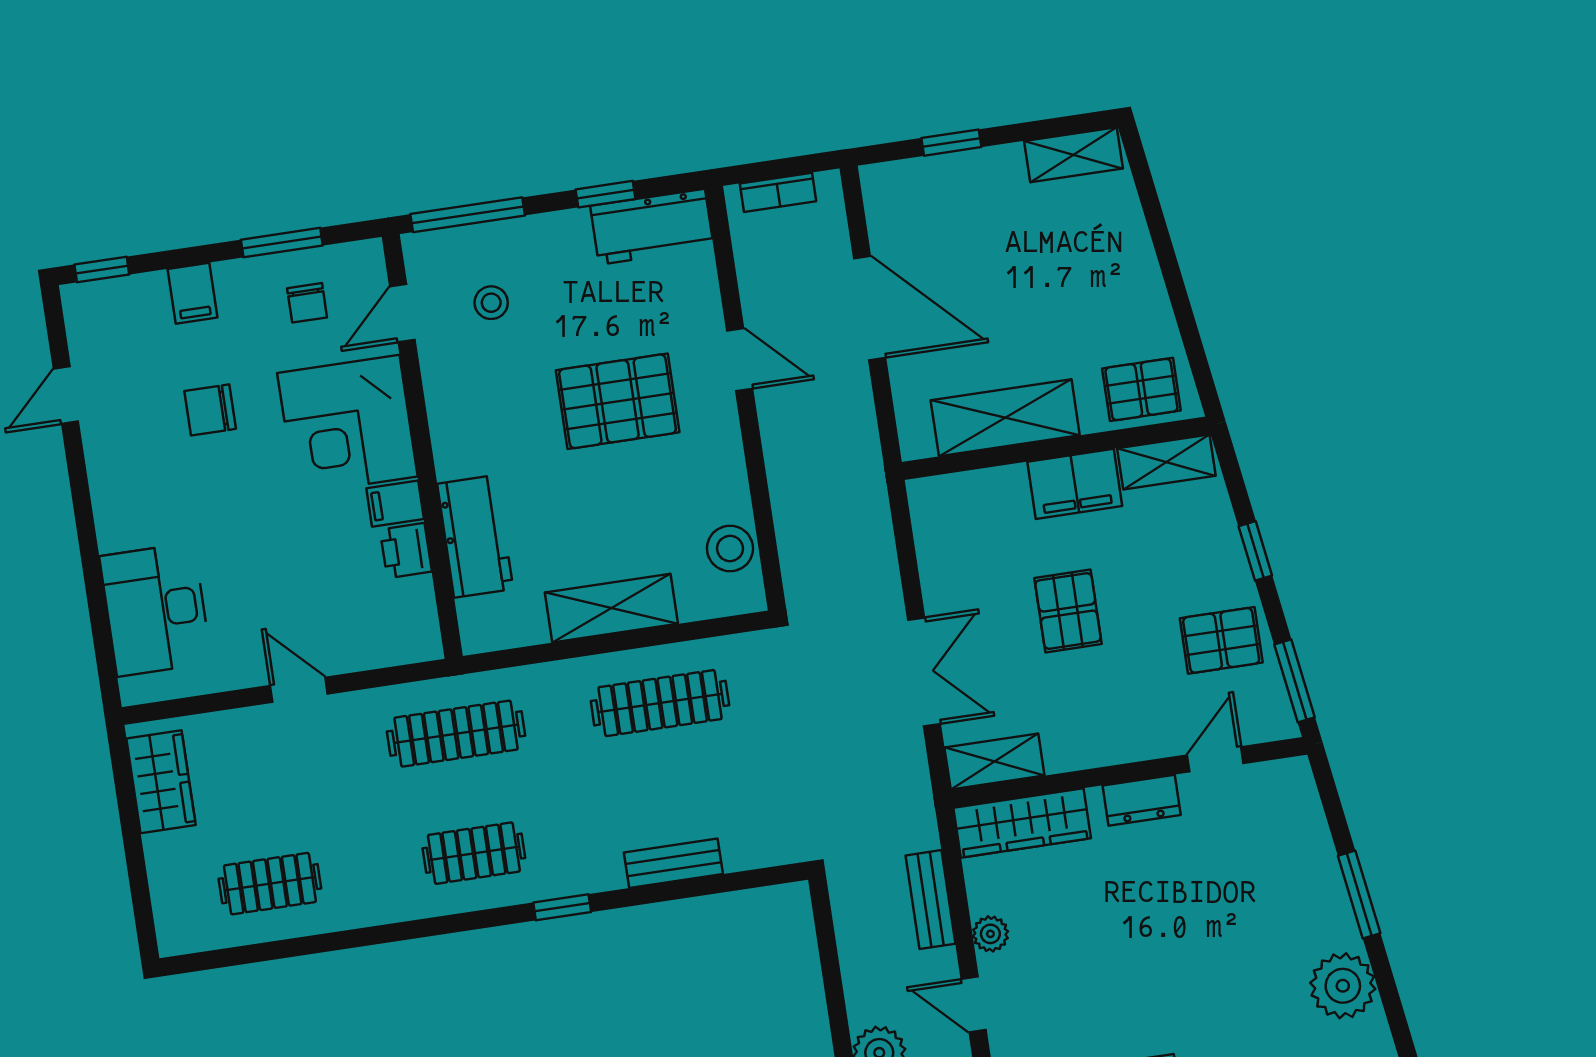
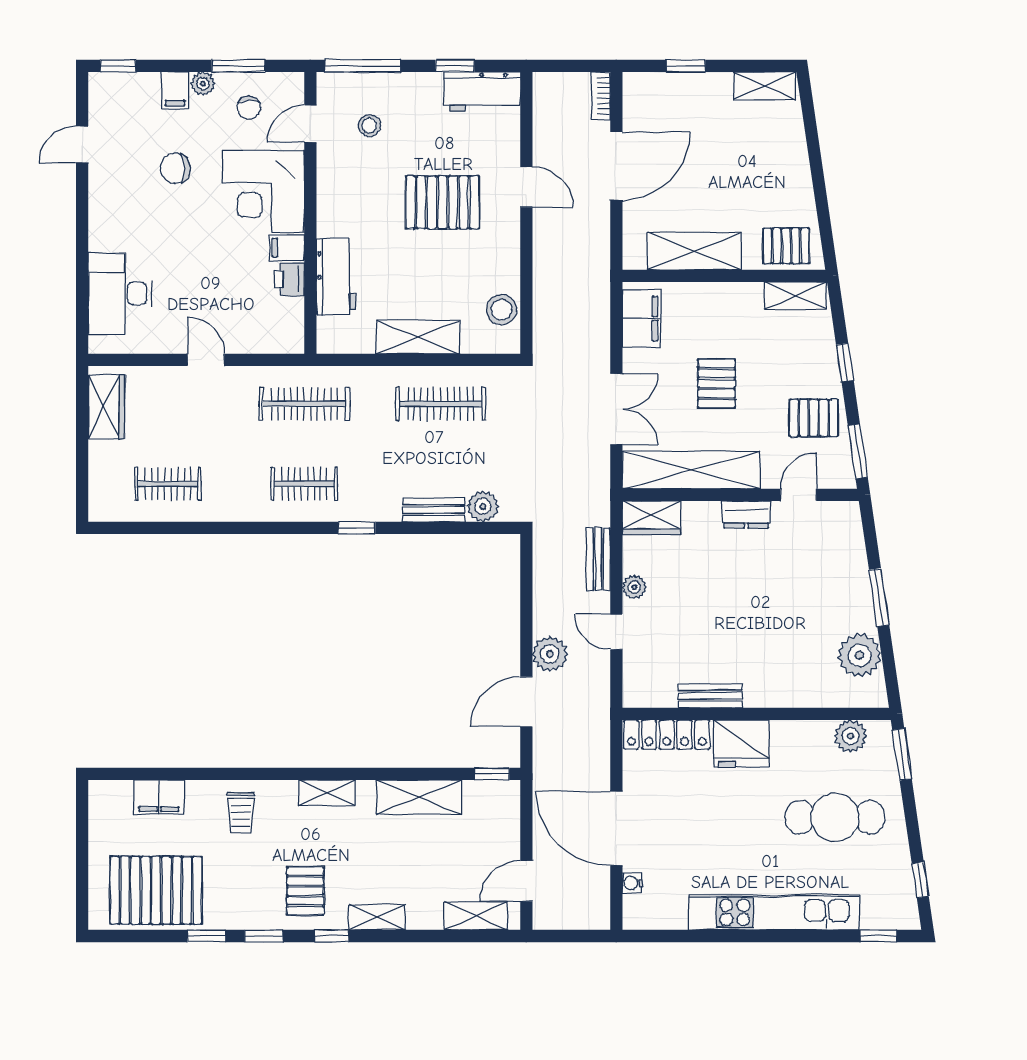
bookcase: (778, 192) -> (601, 96), moved, turned 90
plant: (233, 277) -> (203, 84), added
door: (870, 308) -> (616, 166), hinge flipped
filing cabinet: (1075, 484) -> (642, 318), moved, turned -90
shelving: (994, 762) -> (691, 470), width x2.20, depth x1.33
wardrobe: (1022, 823) -> (651, 518), width x0.67
plant: (746, 847) -> (483, 506), added

